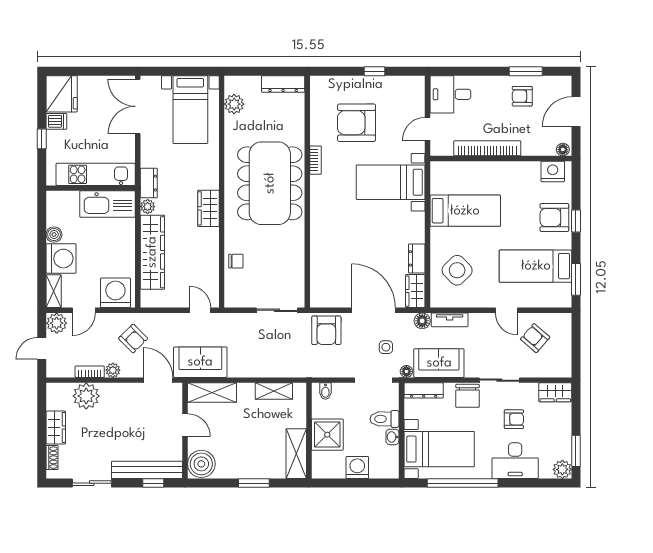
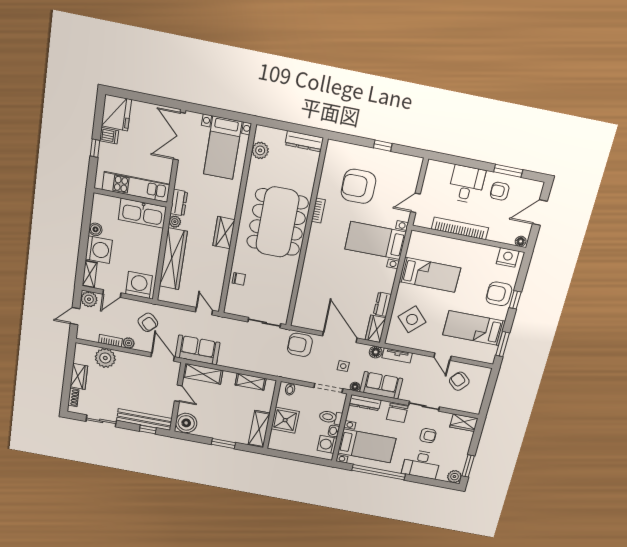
desk: (450, 94) -> (467, 184), moved, turned 90
armchair: (326, 330) -> (300, 345), turned 90
washing machine: (357, 468) -> (327, 444), moved, turned -90

